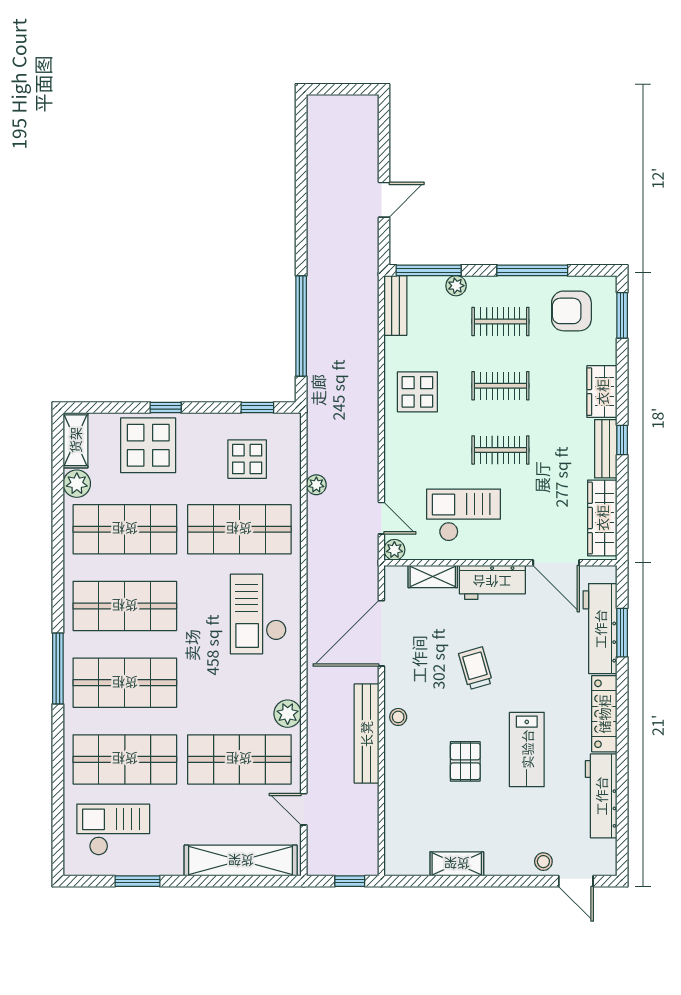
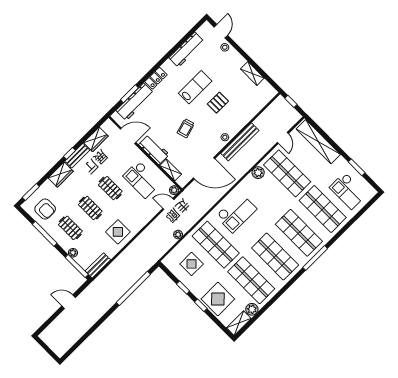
window: (257, 408) -> (183, 288), moved
door: (381, 518) -> (168, 204), hinge flipped
wardrobe: (602, 518) -> (96, 139), width x0.67
door: (556, 563) -> (128, 136), hinge flipped
locker: (604, 714) -> (156, 78), width x0.66

